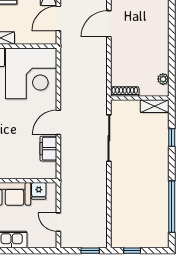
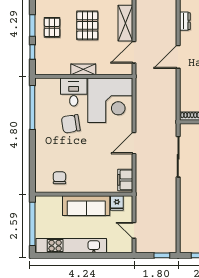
filing cabinet: (48, 149) -> (125, 180), moved

